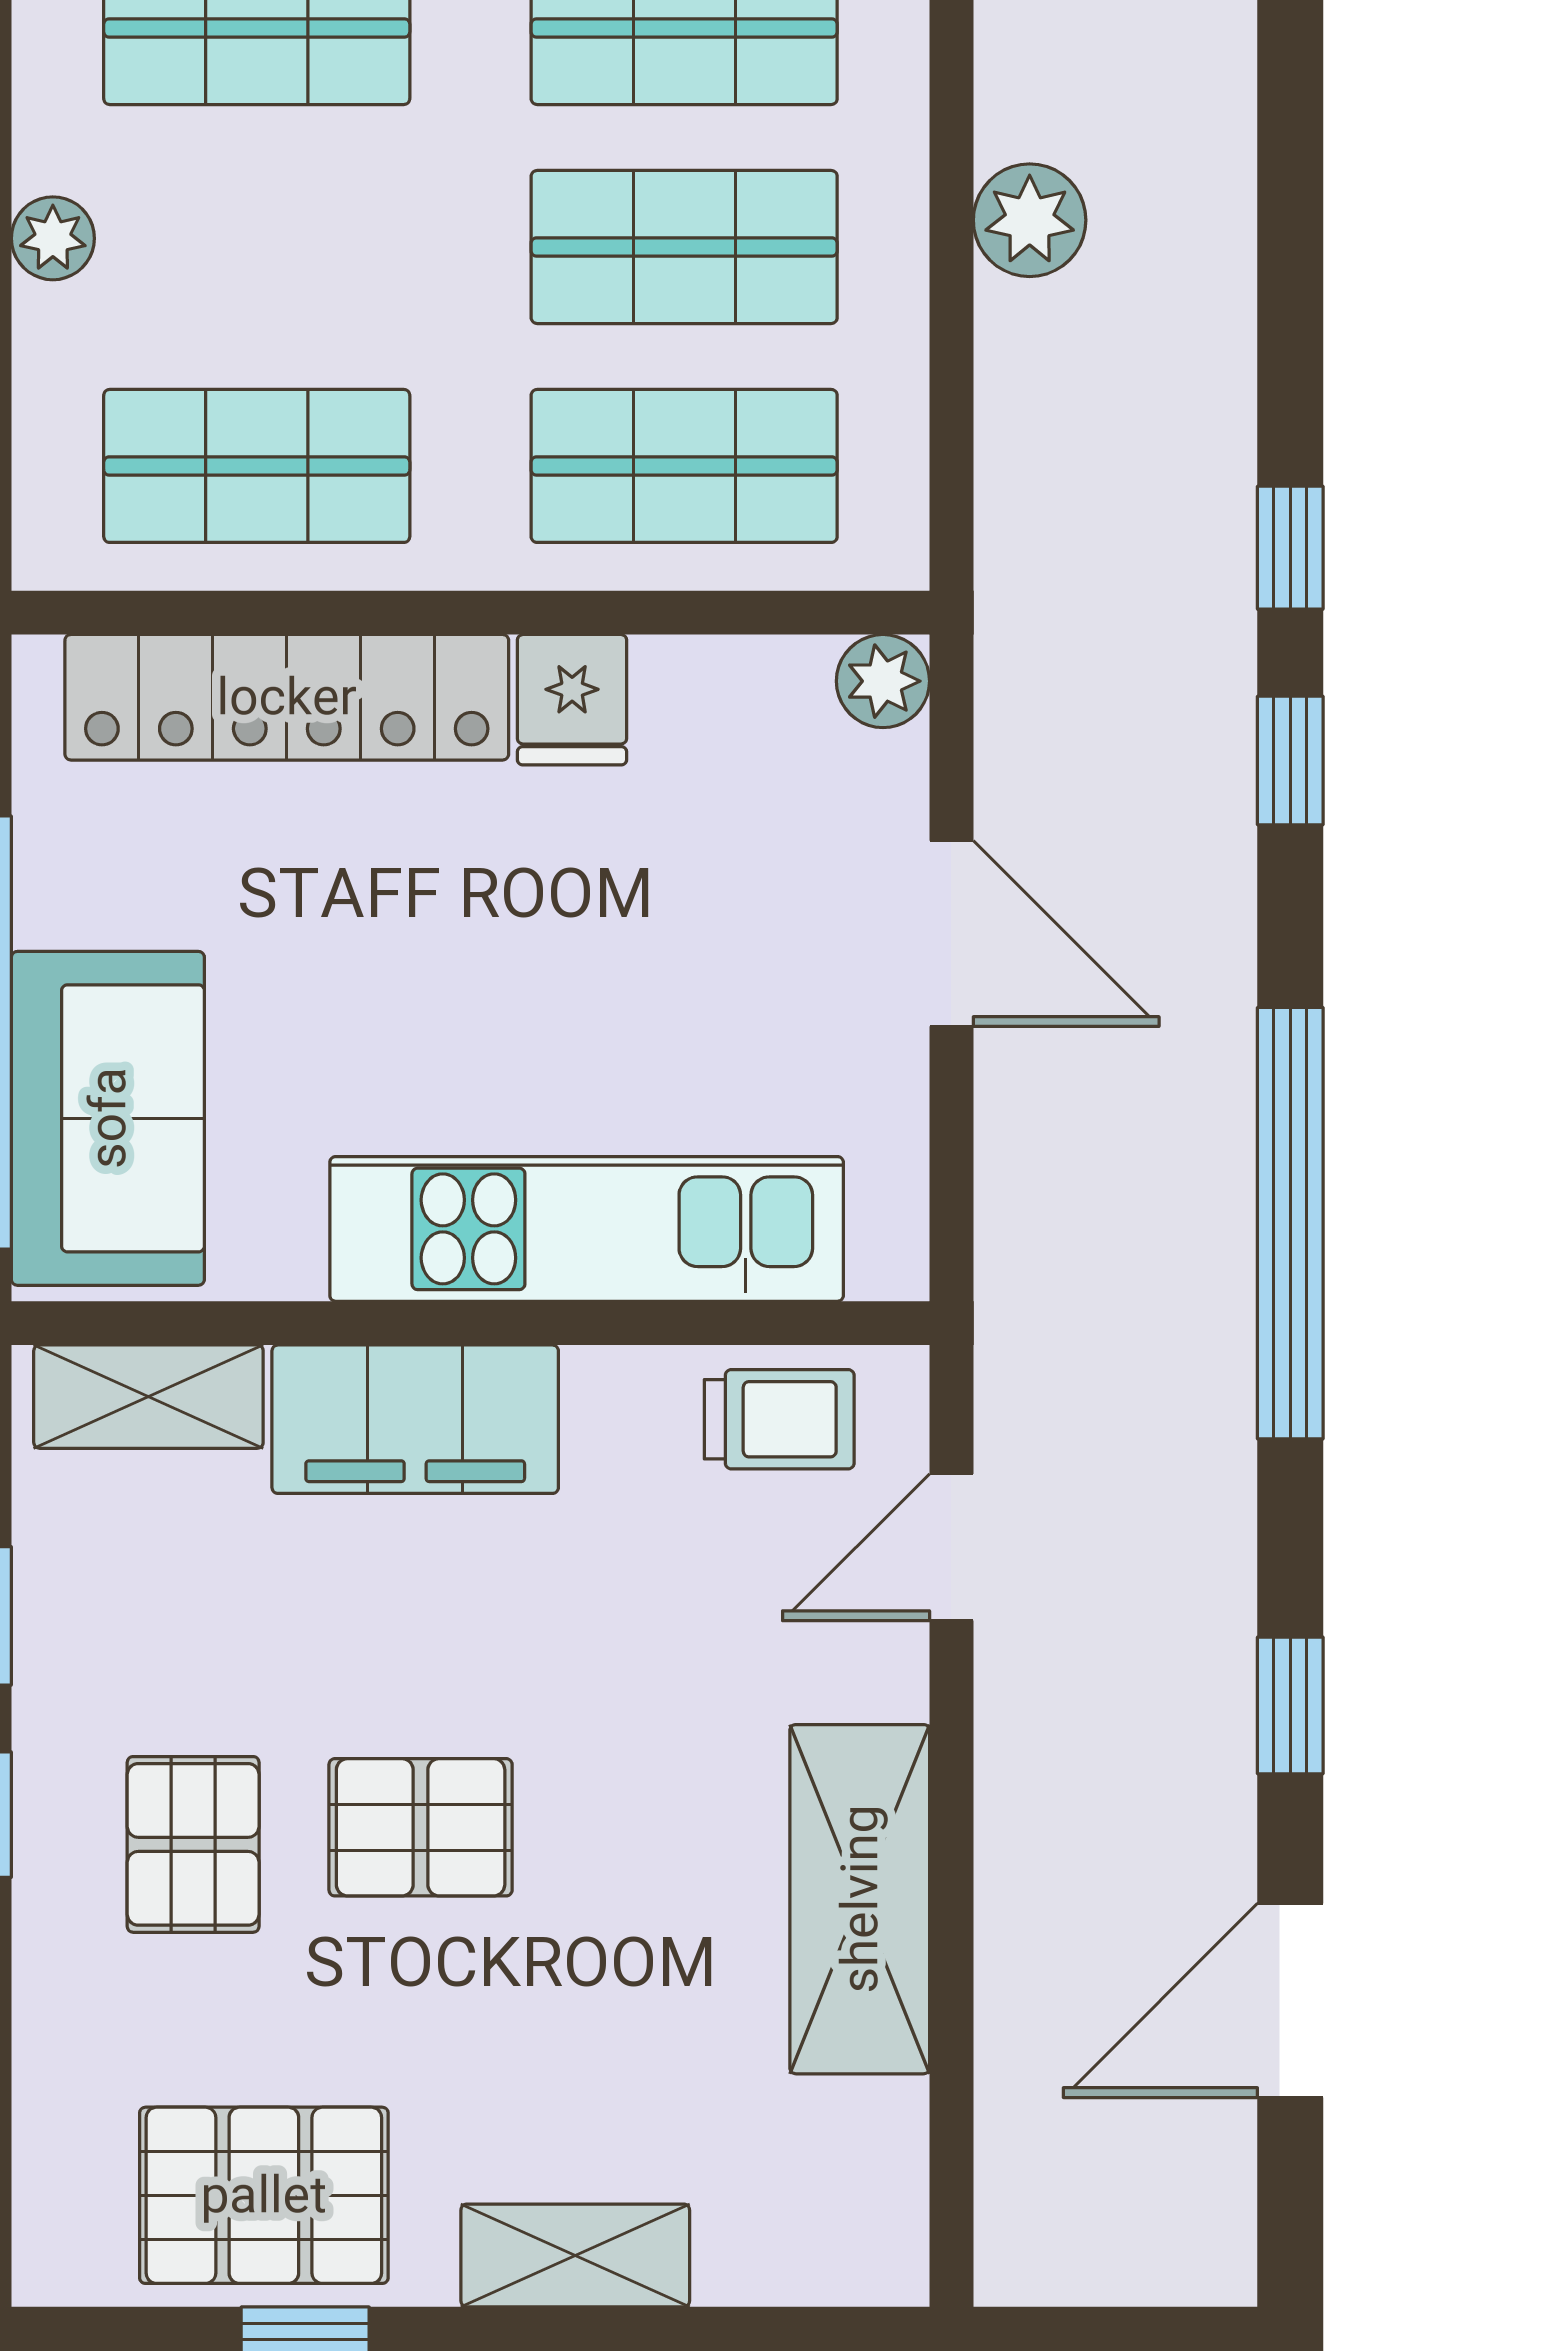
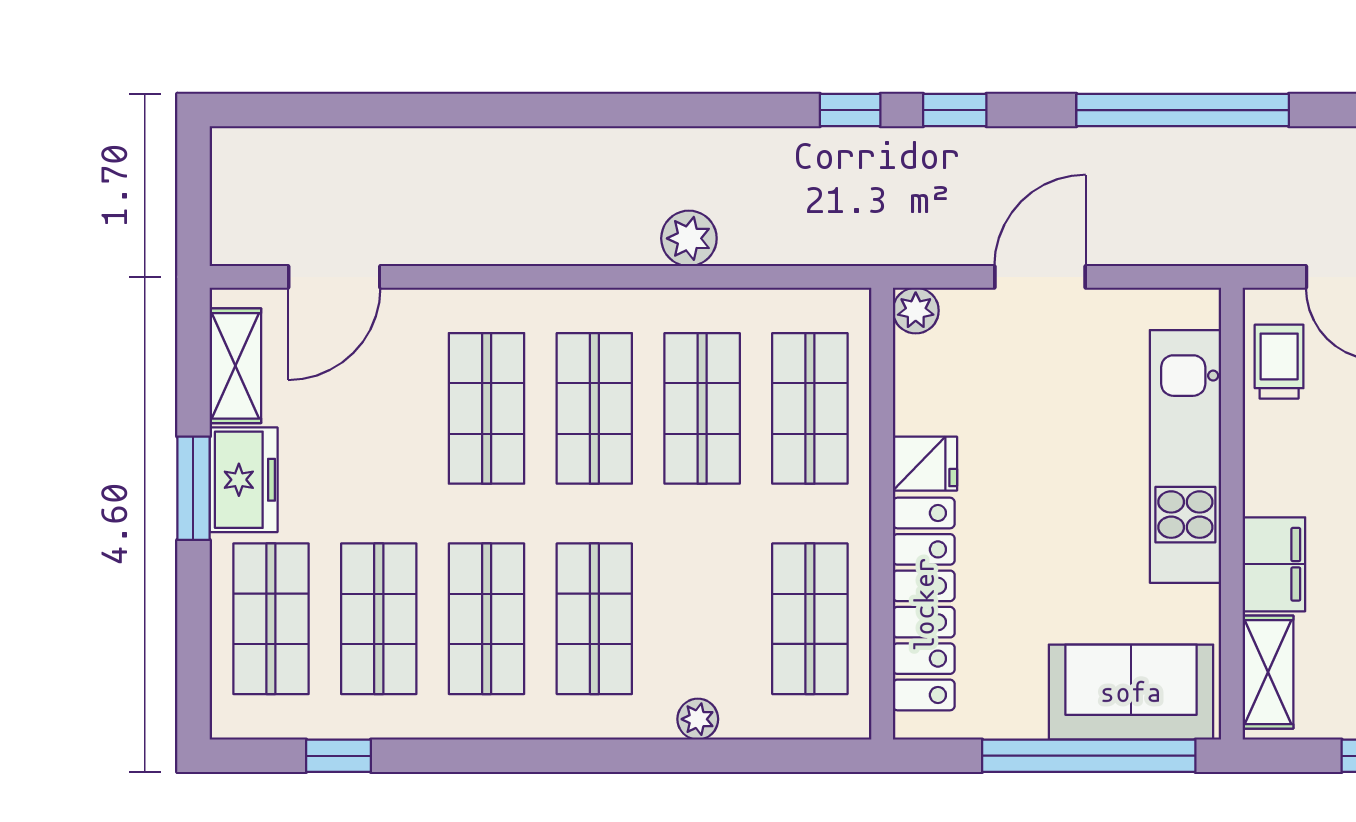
filing cabinet: (415, 1419) -> (1274, 564), width x0.67, depth x0.86

